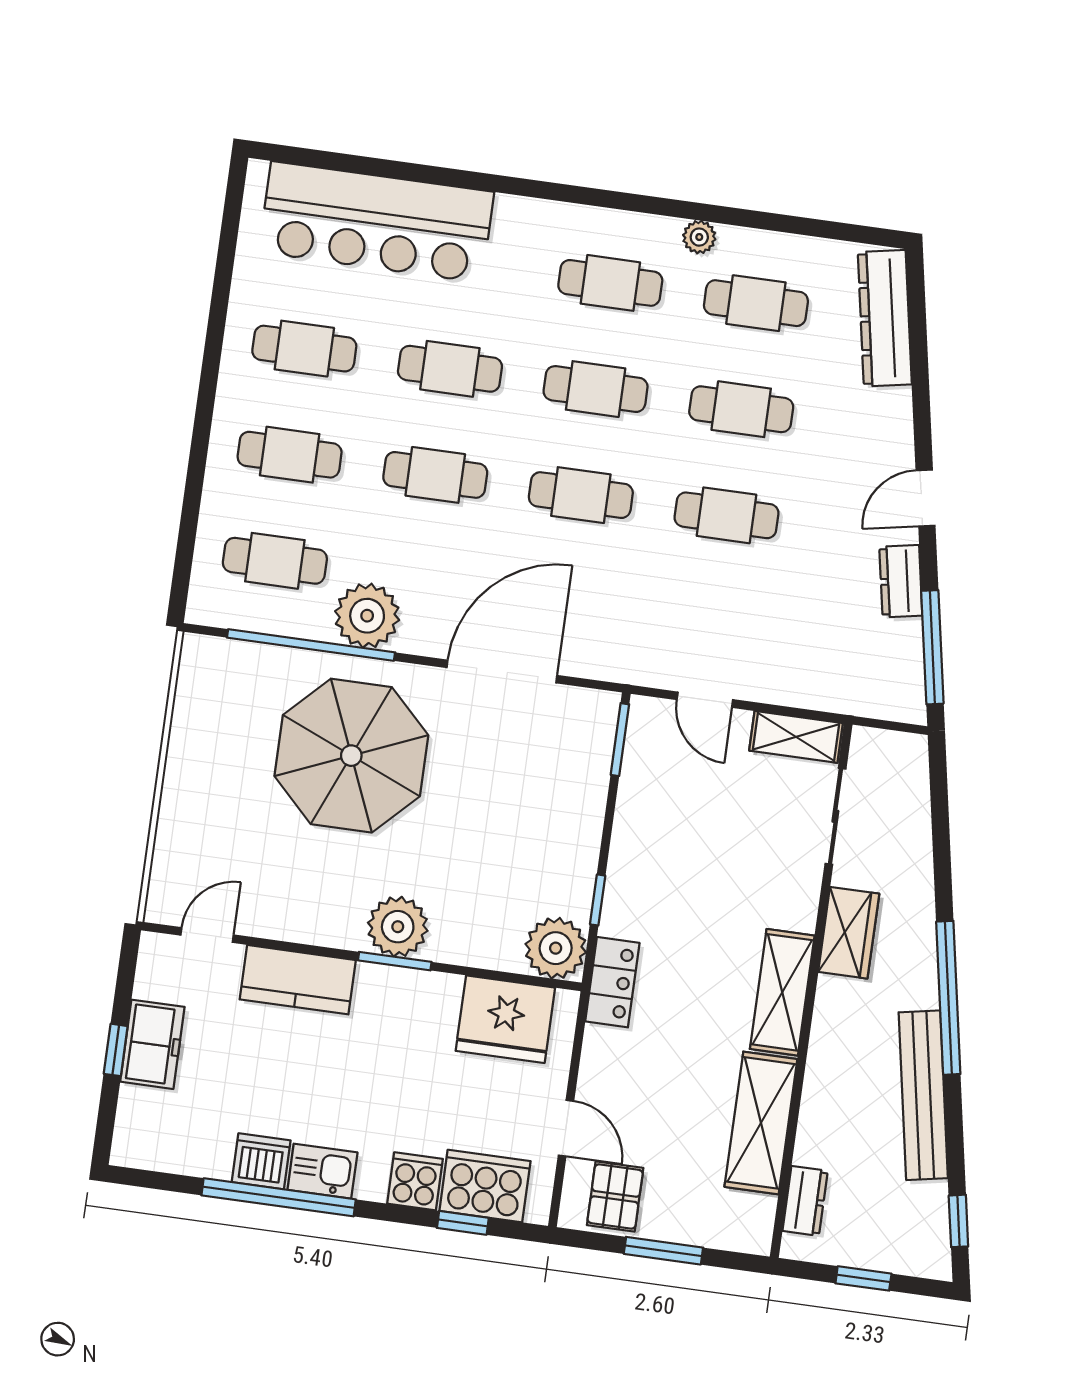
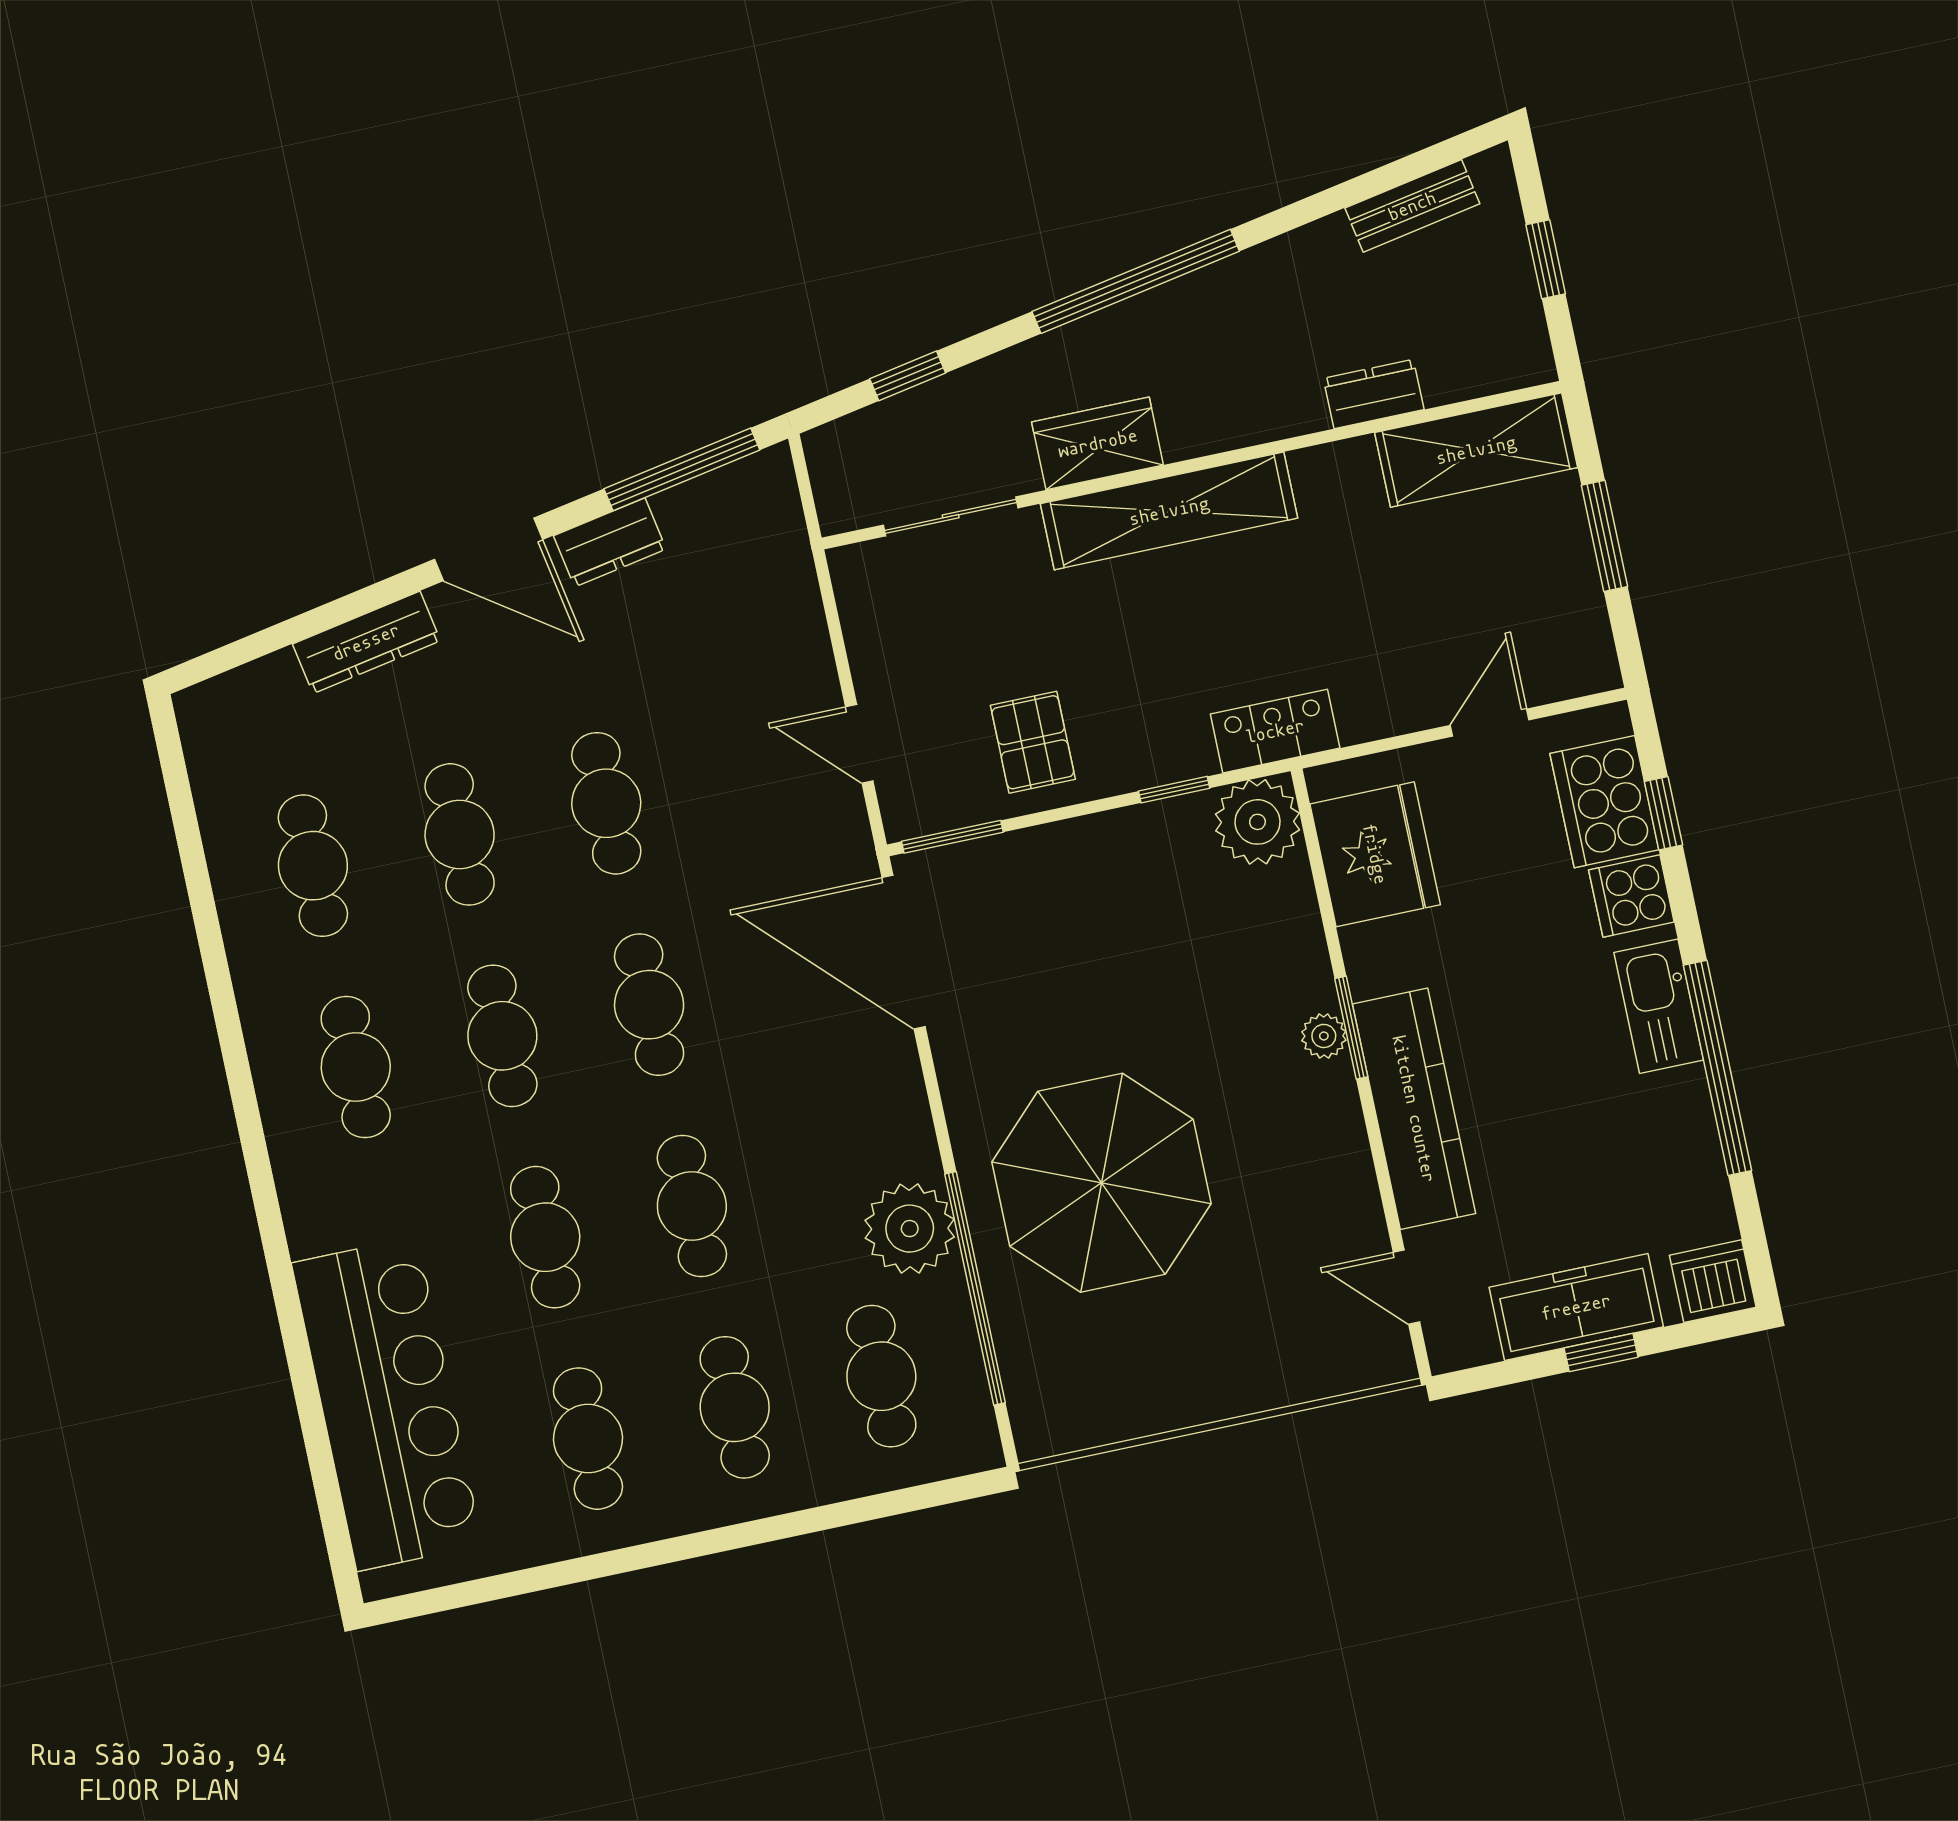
plant: (699, 237) -> (253, 972), removed
dresser: (885, 318) -> (366, 642), moved, width x0.73, depth x0.80
door: (926, 498) -> (489, 549), width x1.38
door: (502, 671) -> (904, 952), moved
door: (705, 700) -> (859, 744), swing flipped
shelving: (796, 737) -> (865, 606), removed
plant: (398, 927) -> (1324, 1036), width x0.53, depth x0.53
kitchen counter: (298, 980) -> (1414, 1109), width x1.50
shelving: (782, 992) -> (1169, 511), width x1.47
freezer: (152, 1044) -> (1576, 1307), width x1.40
bench: (923, 1095) -> (1412, 206), moved, width x0.54, depth x0.82
shelving: (761, 1123) -> (1476, 450), moved
dishwasher: (261, 1161) -> (1713, 1281), moved, turned 90
kitchen sink: (322, 1171) -> (1659, 1006), width x1.38
pallet: (615, 1197) -> (1033, 742), moved, turned 90
dresser: (805, 1201) -> (1374, 394), moved
window: (958, 1221) -> (908, 376), moved

